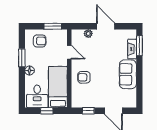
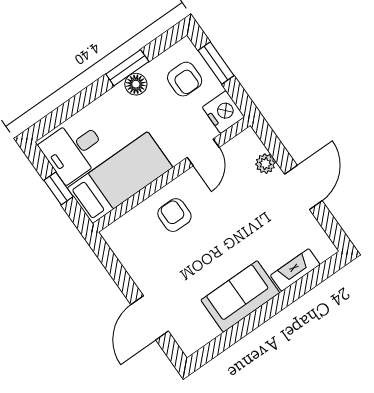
window: (53, 26) -> (216, 63), moved
nightstand: (60, 36) -> (223, 112), added
window: (139, 46) -> (312, 279), removed
floor lamp: (30, 71) -> (136, 84), moved
window: (88, 111) -> (115, 269), removed

